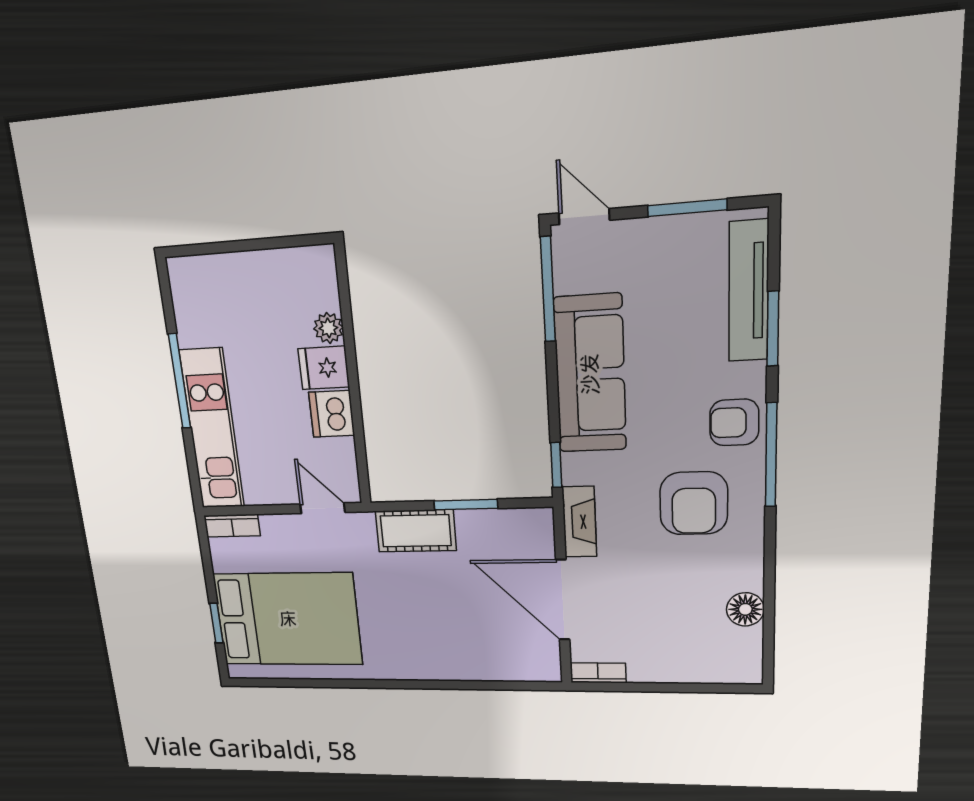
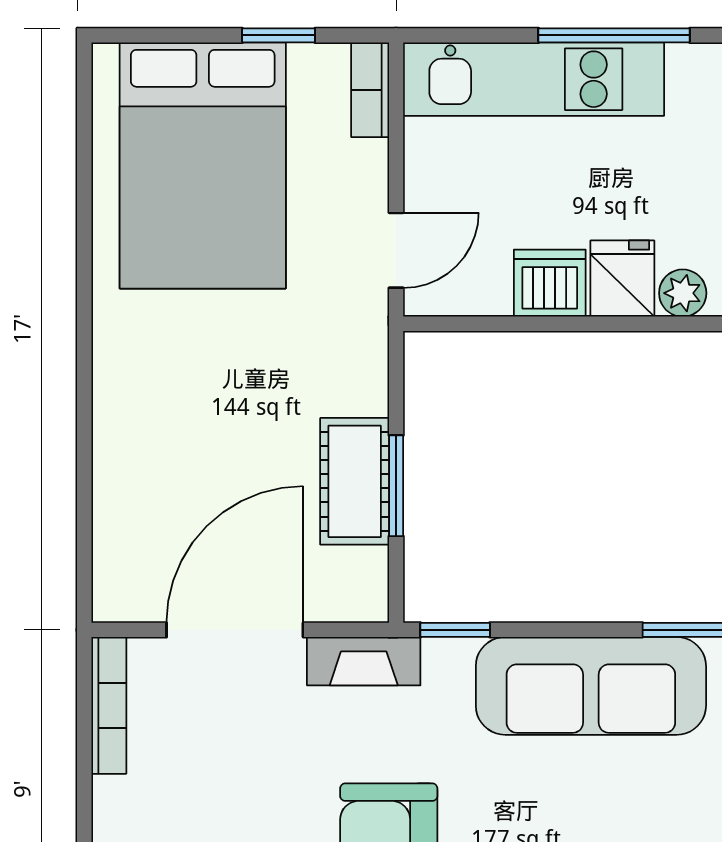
cot: (416, 531) -> (355, 481), moved
window: (216, 623) -> (279, 35), moved
bookcase: (598, 673) -> (109, 705), width x1.56

